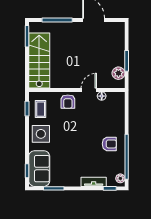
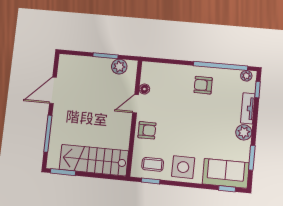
door: (89, 90) -> (136, 104), hinge flipped
armchair: (109, 144) -> (203, 85), turned -90
plant: (74, 180) -> (244, 132), added

